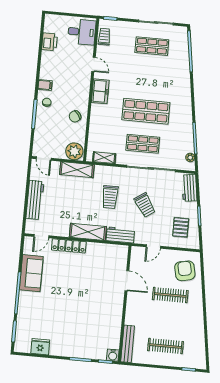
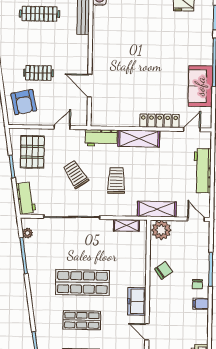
shop shelf: (143, 144) -> (82, 320), moved
pallet: (181, 227) -> (32, 152), width x1.50, depth x1.42
clothes rail: (170, 295) -> (38, 73), width x0.73

